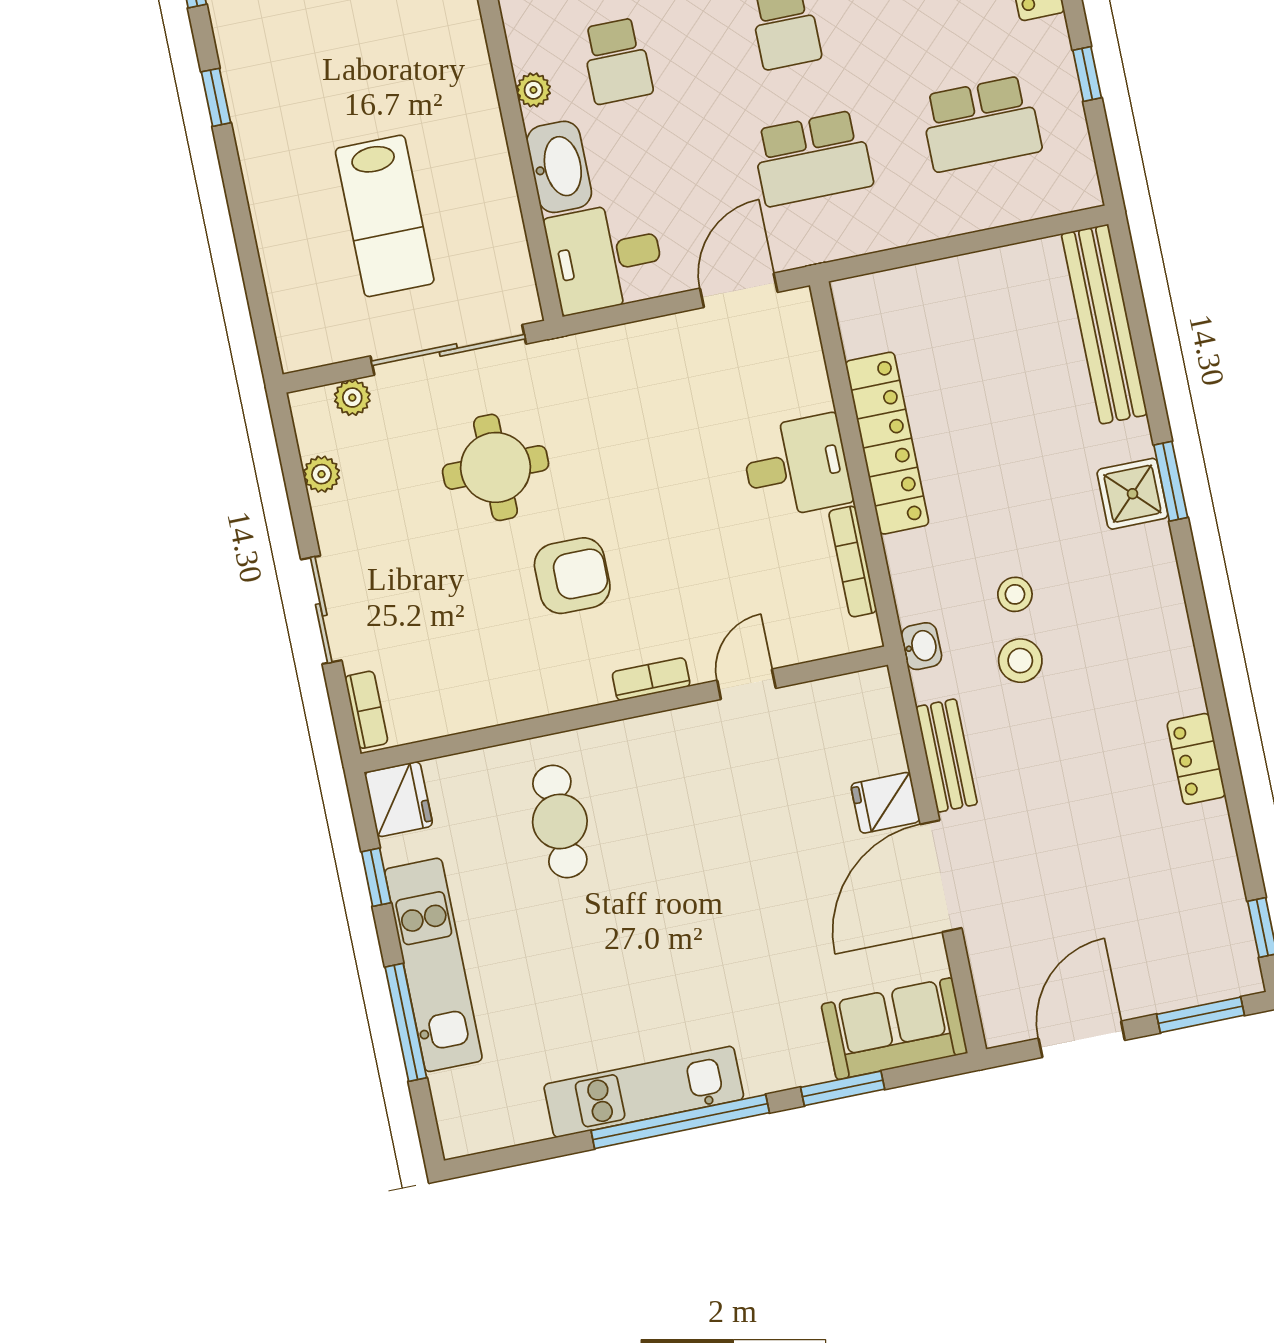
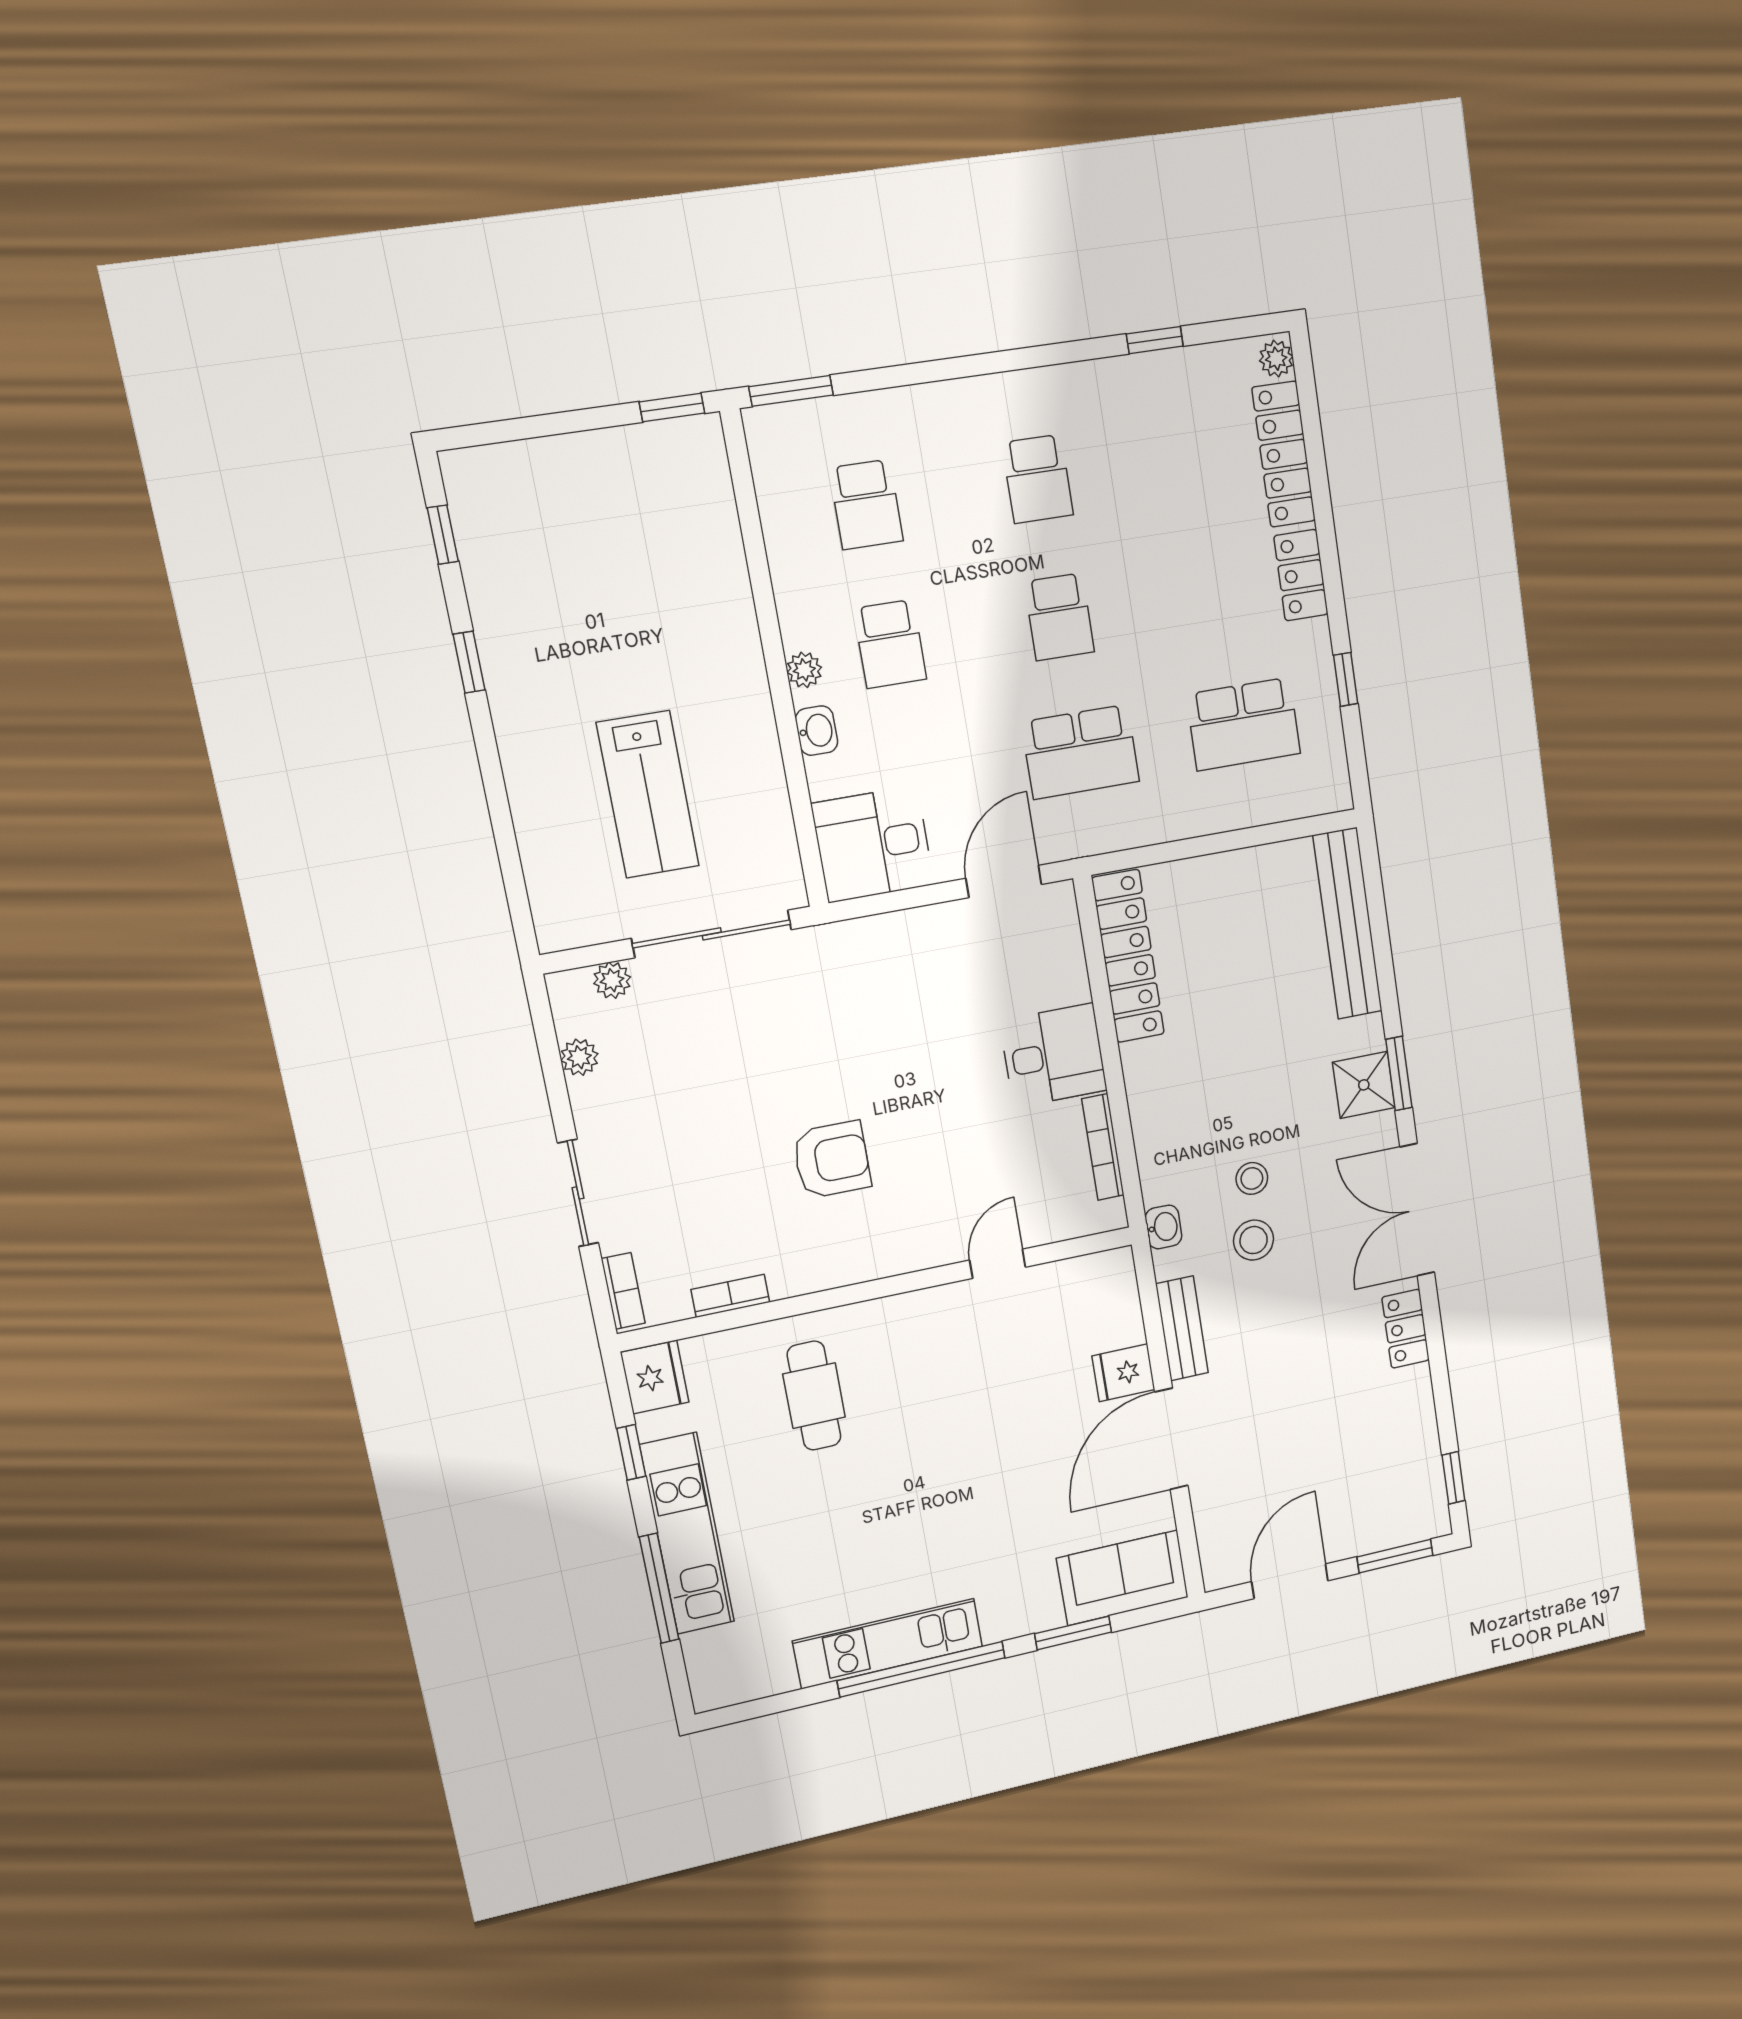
washbasin: (559, 167) -> (817, 731), width x0.52, depth x0.69
locker: (887, 443) -> (1128, 956), moved
round table: (496, 467) -> (758, 1053), removed
double door: (1201, 628) -> (1417, 1210), added
bookcase: (651, 679) -> (730, 1296), moved

